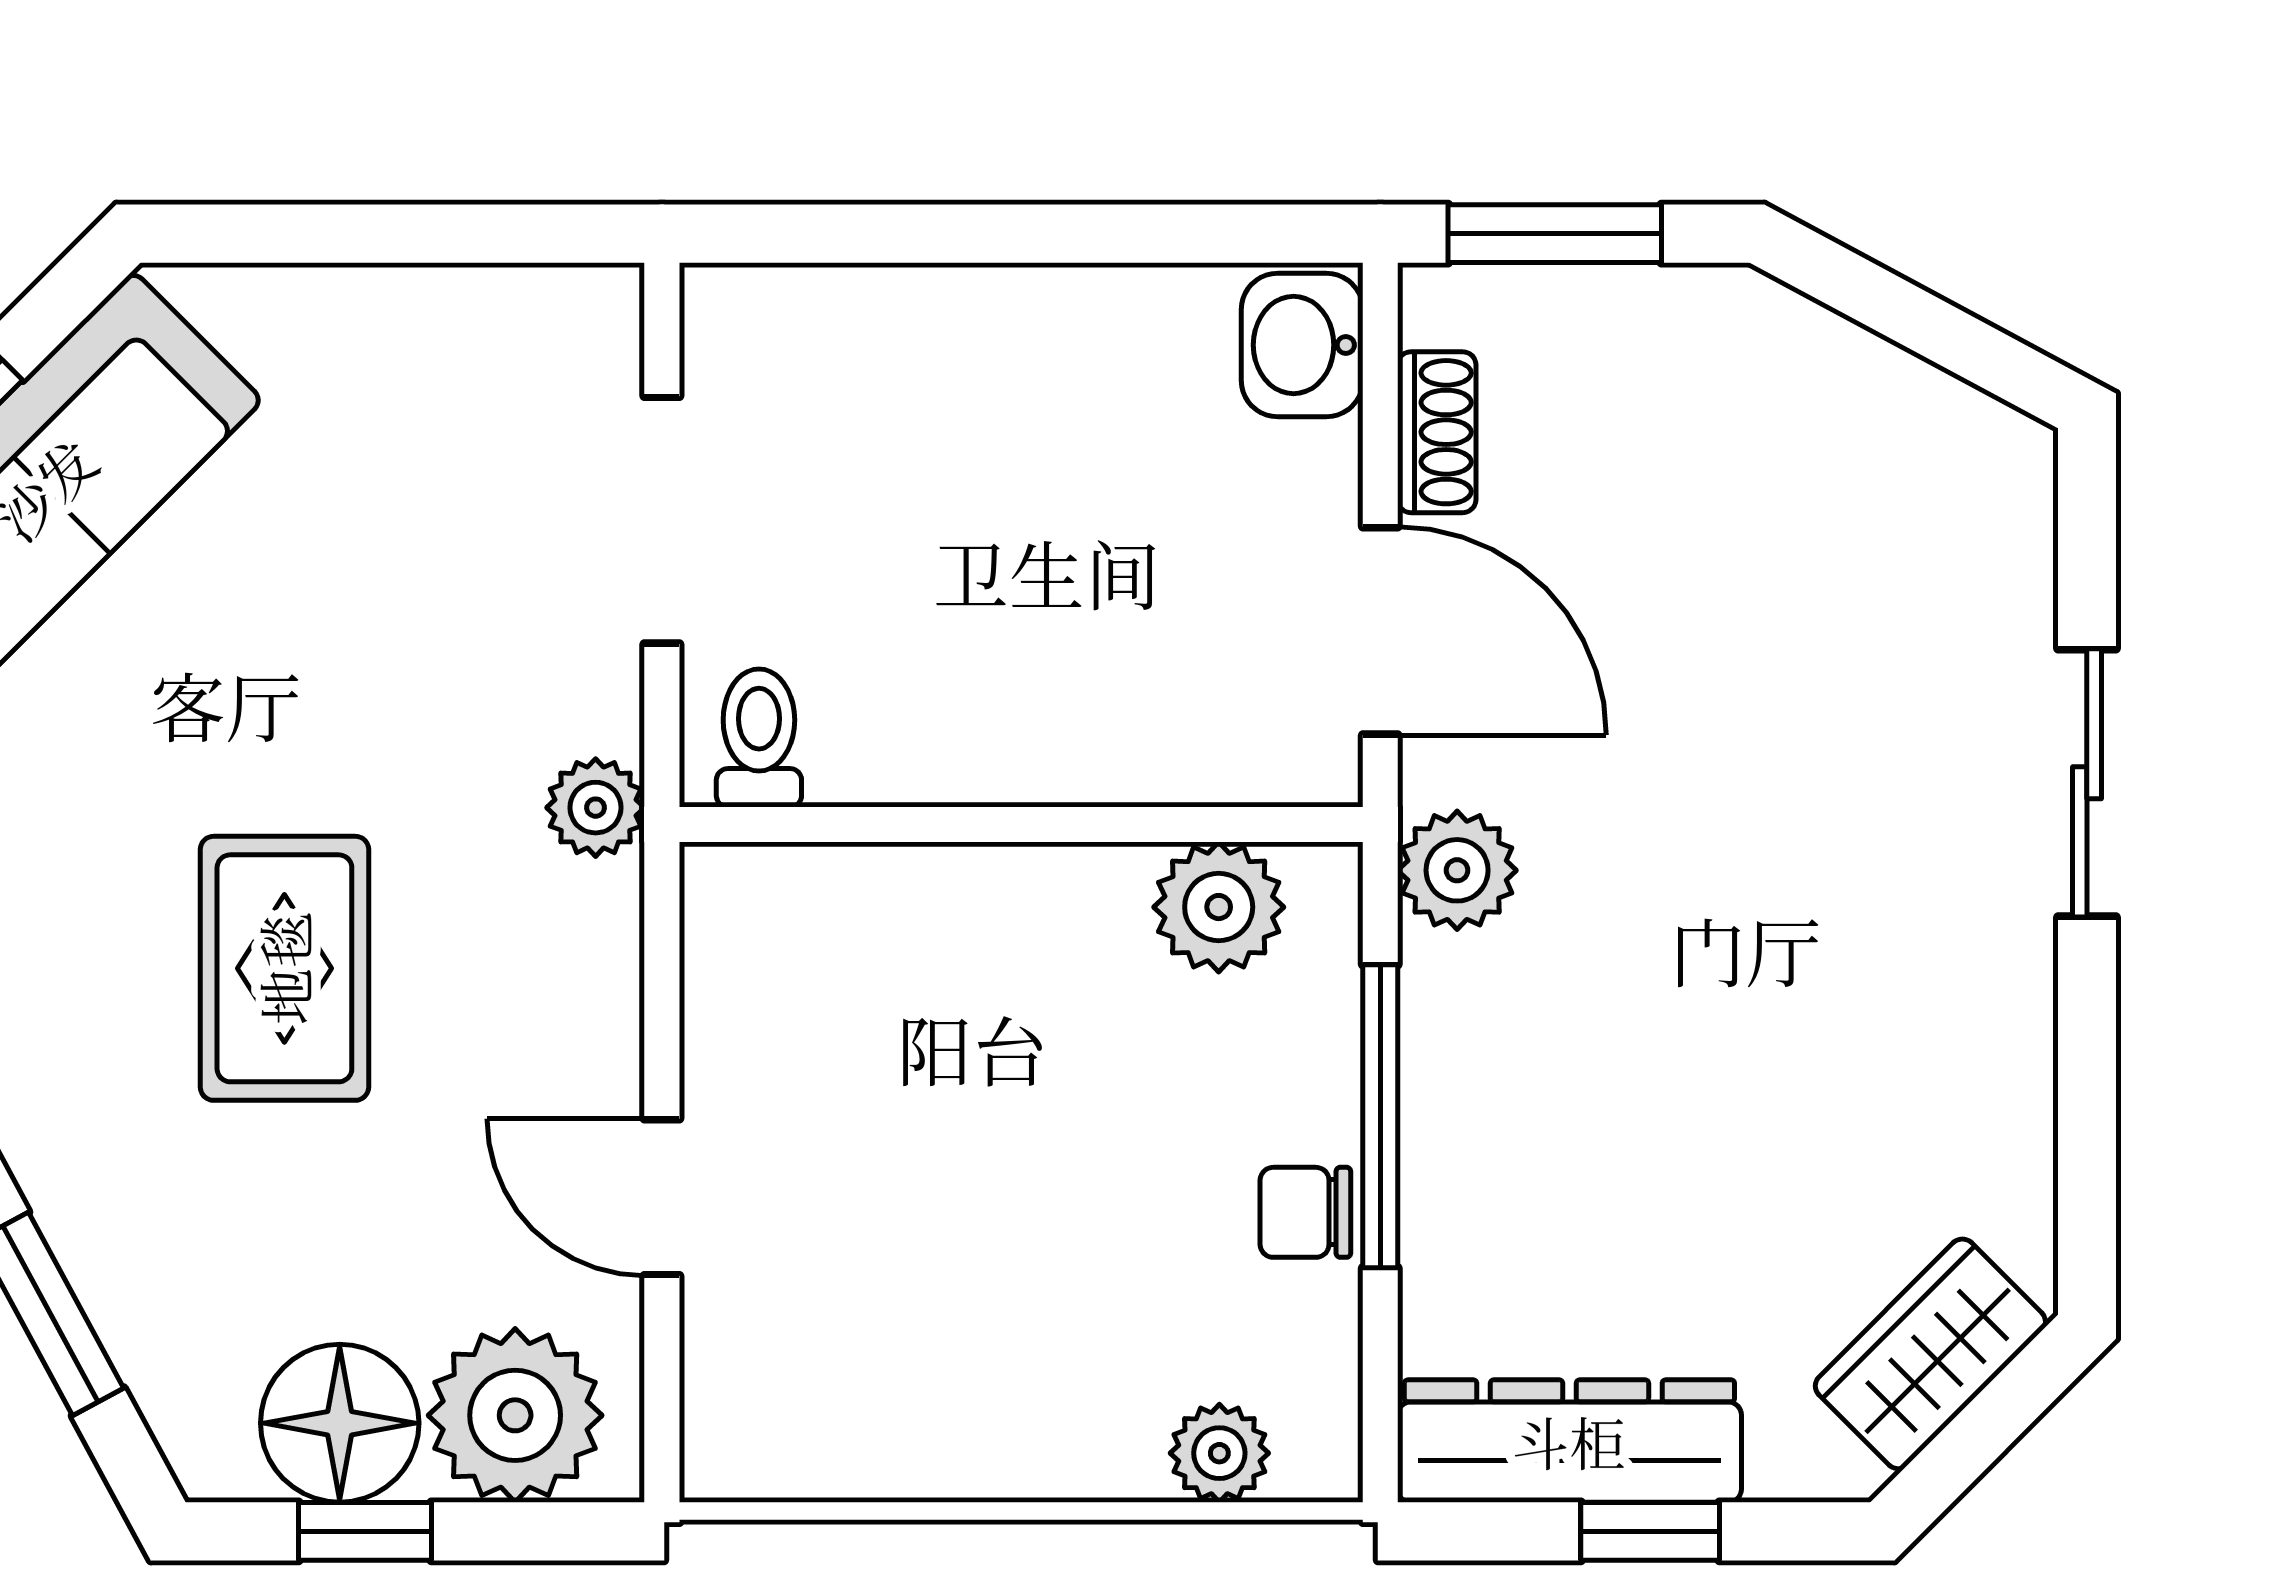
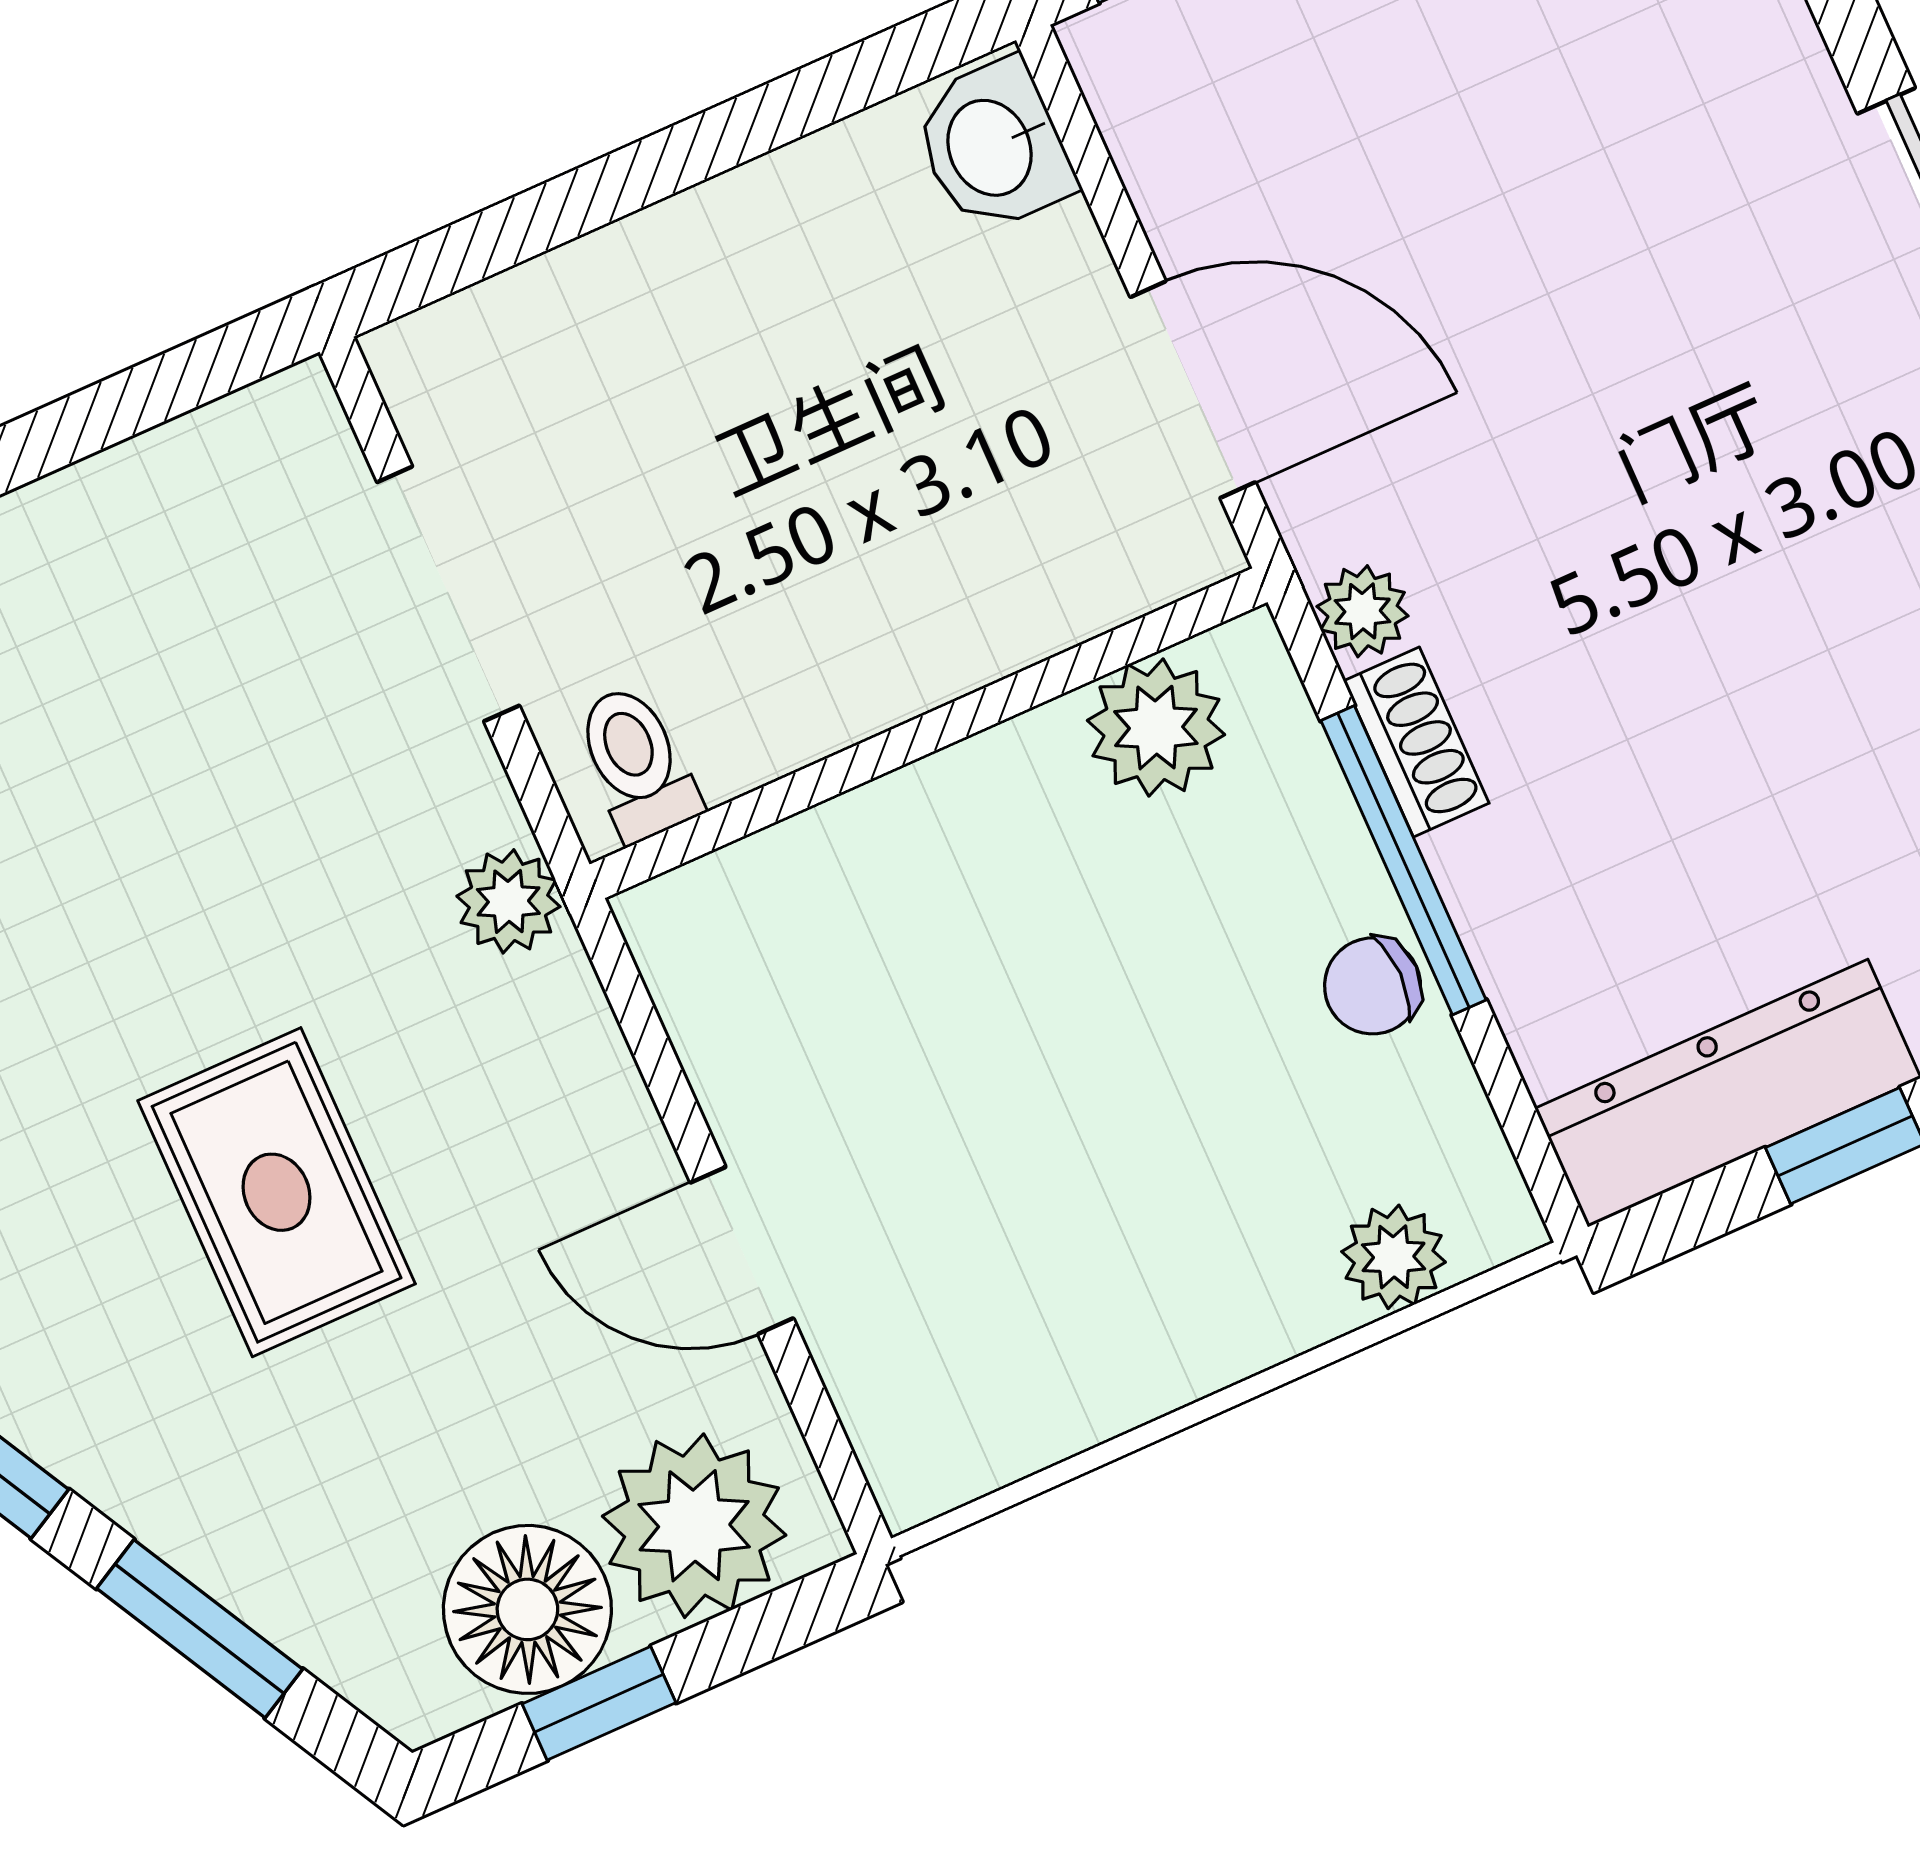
shoe rack: (1437, 432) -> (1416, 742), moved
plant: (1457, 870) -> (1363, 611), width x0.73, depth x0.73

